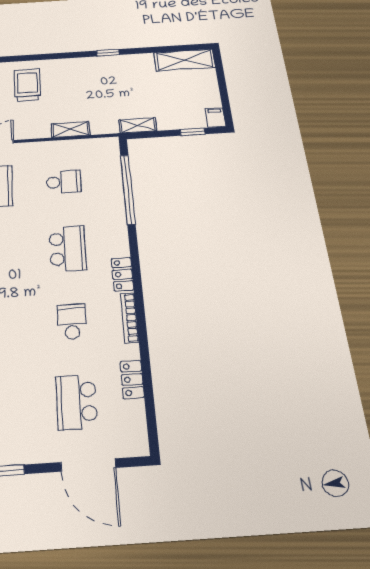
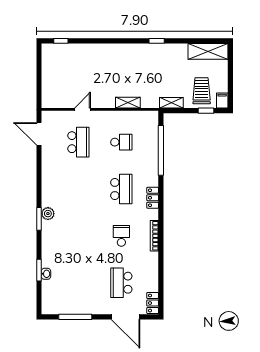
trolley: (27, 85) -> (202, 91), moved
locker: (122, 274) -> (153, 198), moved
locker: (132, 379) -> (153, 303), moved

